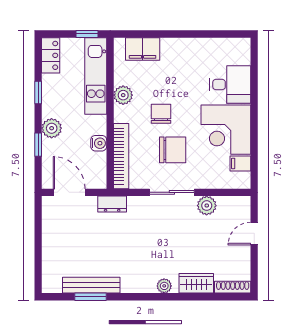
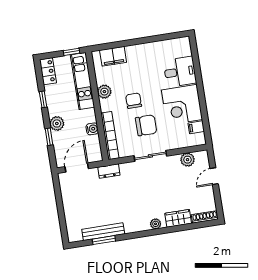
door: (69, 192) -> (77, 168), hinge flipped
plant: (207, 206) -> (188, 160), moved

